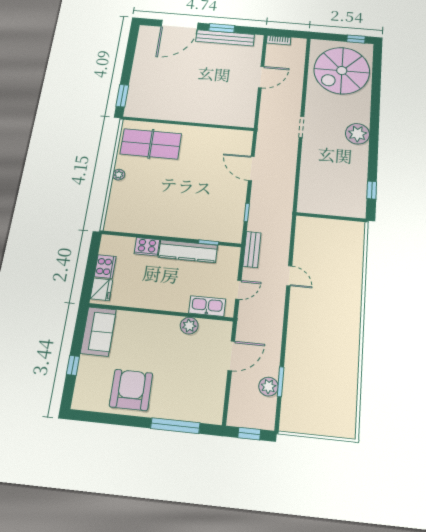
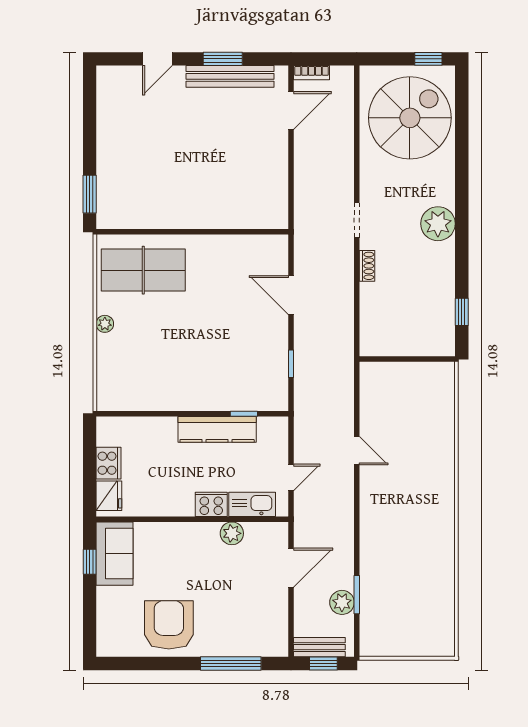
door: (180, 25) -> (158, 59), width x0.53
spiral stairs: (342, 71) -> (410, 118), turned 180
door: (261, 77) -> (291, 110), moved
shoe rack: (306, 155) -> (367, 266), added
cooker: (147, 247) -> (211, 504), moved, turned 180
bench: (252, 249) -> (319, 647), moved, turned 90
window: (73, 365) -> (90, 562), moved

